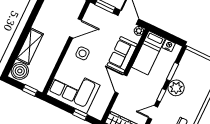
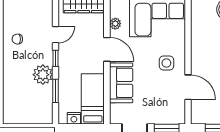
door: (75, 28) -> (188, 87), swing flipped
plant: (139, 31) -> (115, 24), moved

